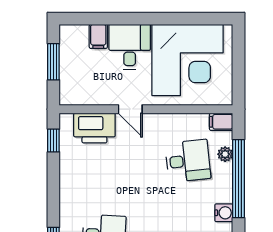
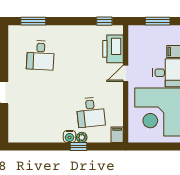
plant: (225, 154) -> (82, 137), moved
window: (239, 179) -> (79, 146), width x0.32
water cooler: (224, 213) -> (70, 136), moved

